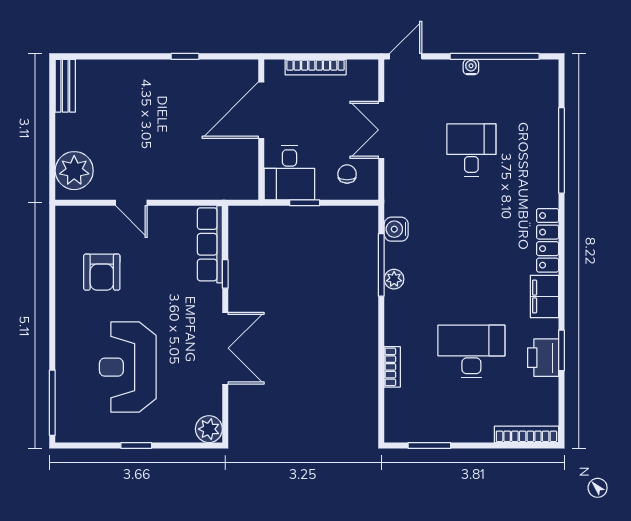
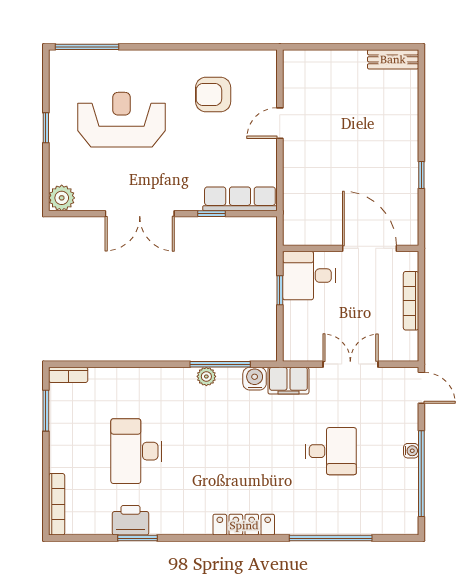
plant: (74, 171) -> (311, 68), removed
chair: (347, 174) -> (308, 331), removed
filing cabinet: (544, 296) -> (288, 381), moved, turned 180
desk: (471, 352) -> (136, 451), turned 180
bookcase: (392, 367) -> (68, 375), moved

